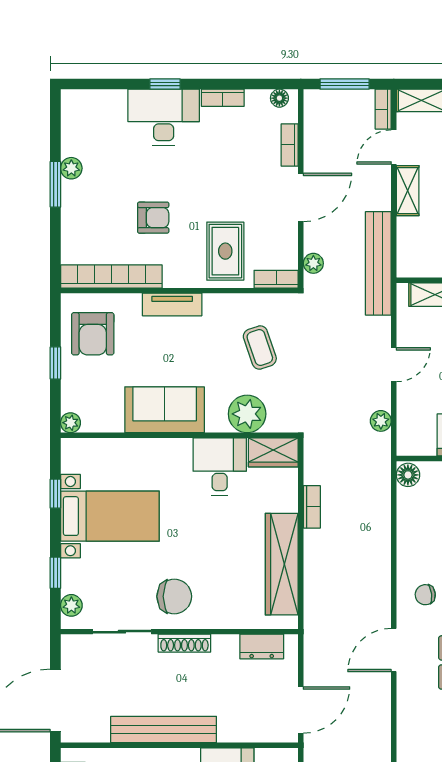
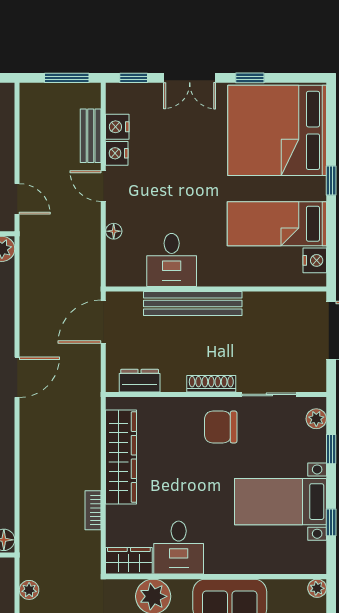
bench: (164, 730) -> (193, 304), moved

